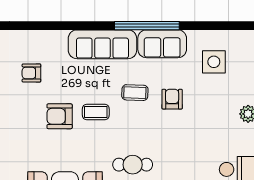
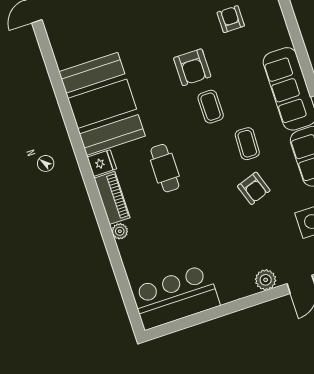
armchair: (172, 99) -> (254, 188), turned 71
armchair: (60, 116) -> (192, 67), turned 180

